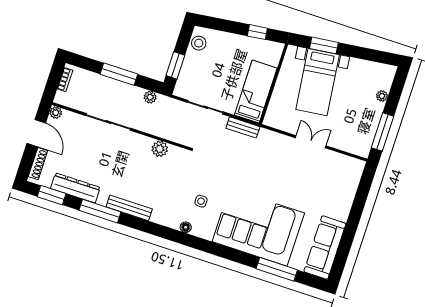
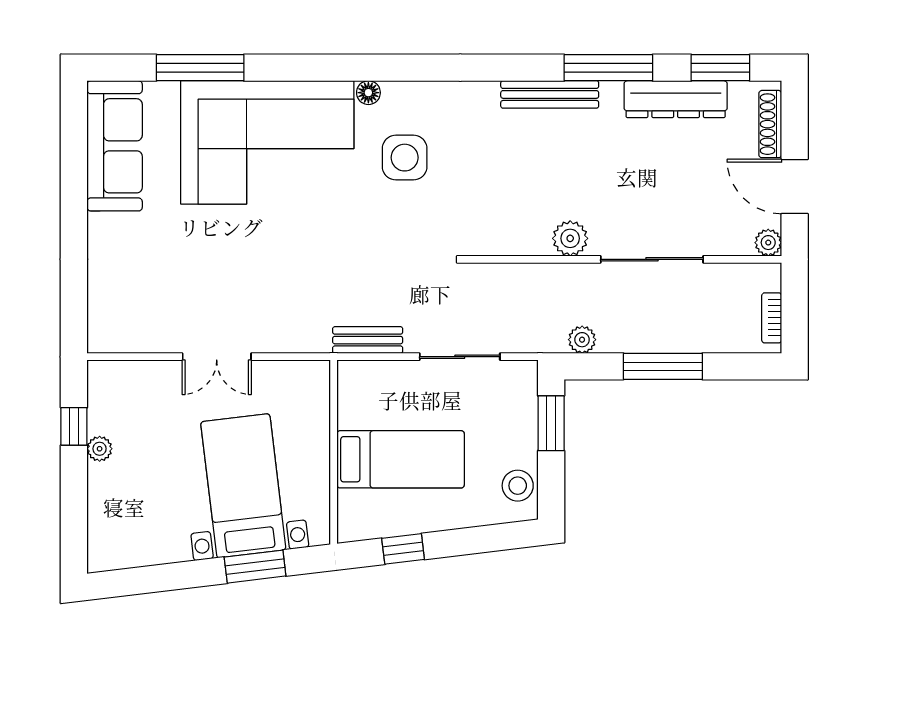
bed: (256, 92) -> (401, 459), moved, turned -90
plant: (382, 96) -> (100, 449), moved
window: (382, 132) -> (74, 426), width x0.46
plant: (160, 149) -> (570, 238), moved
side table: (201, 201) -> (405, 158), width x1.87, depth x1.87
floor lamp: (186, 227) -> (368, 93), moved

